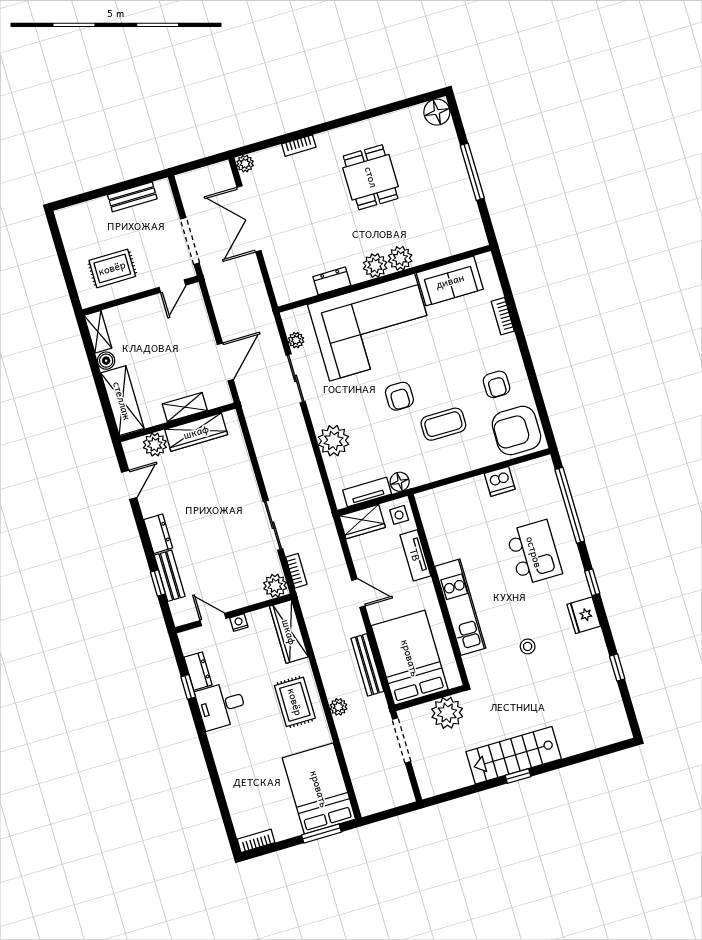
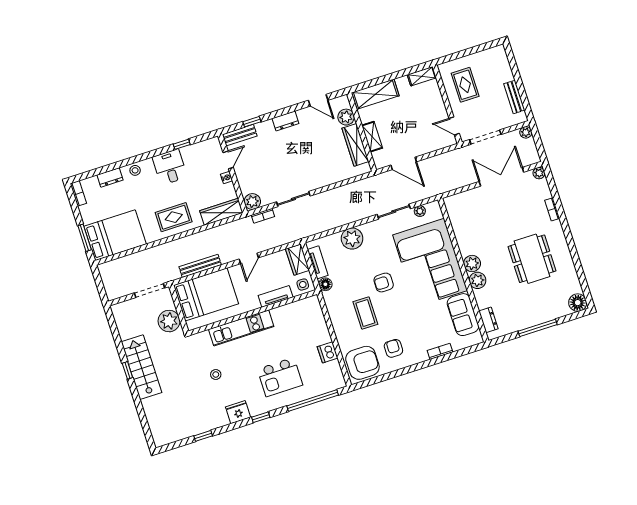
dining table: (371, 177) -> (532, 259), width x1.38
dresser: (332, 281) -> (488, 320), moved
boiler: (106, 361) -> (402, 82), removed
armchair: (496, 384) -> (393, 348), turned 90
armchair: (516, 430) -> (362, 363), turned 90
bench: (170, 576) -> (240, 135), moved
dresser: (198, 671) -> (110, 177), moved
plant: (338, 707) -> (526, 132), moved
stool: (225, 757) -> (135, 170), added

